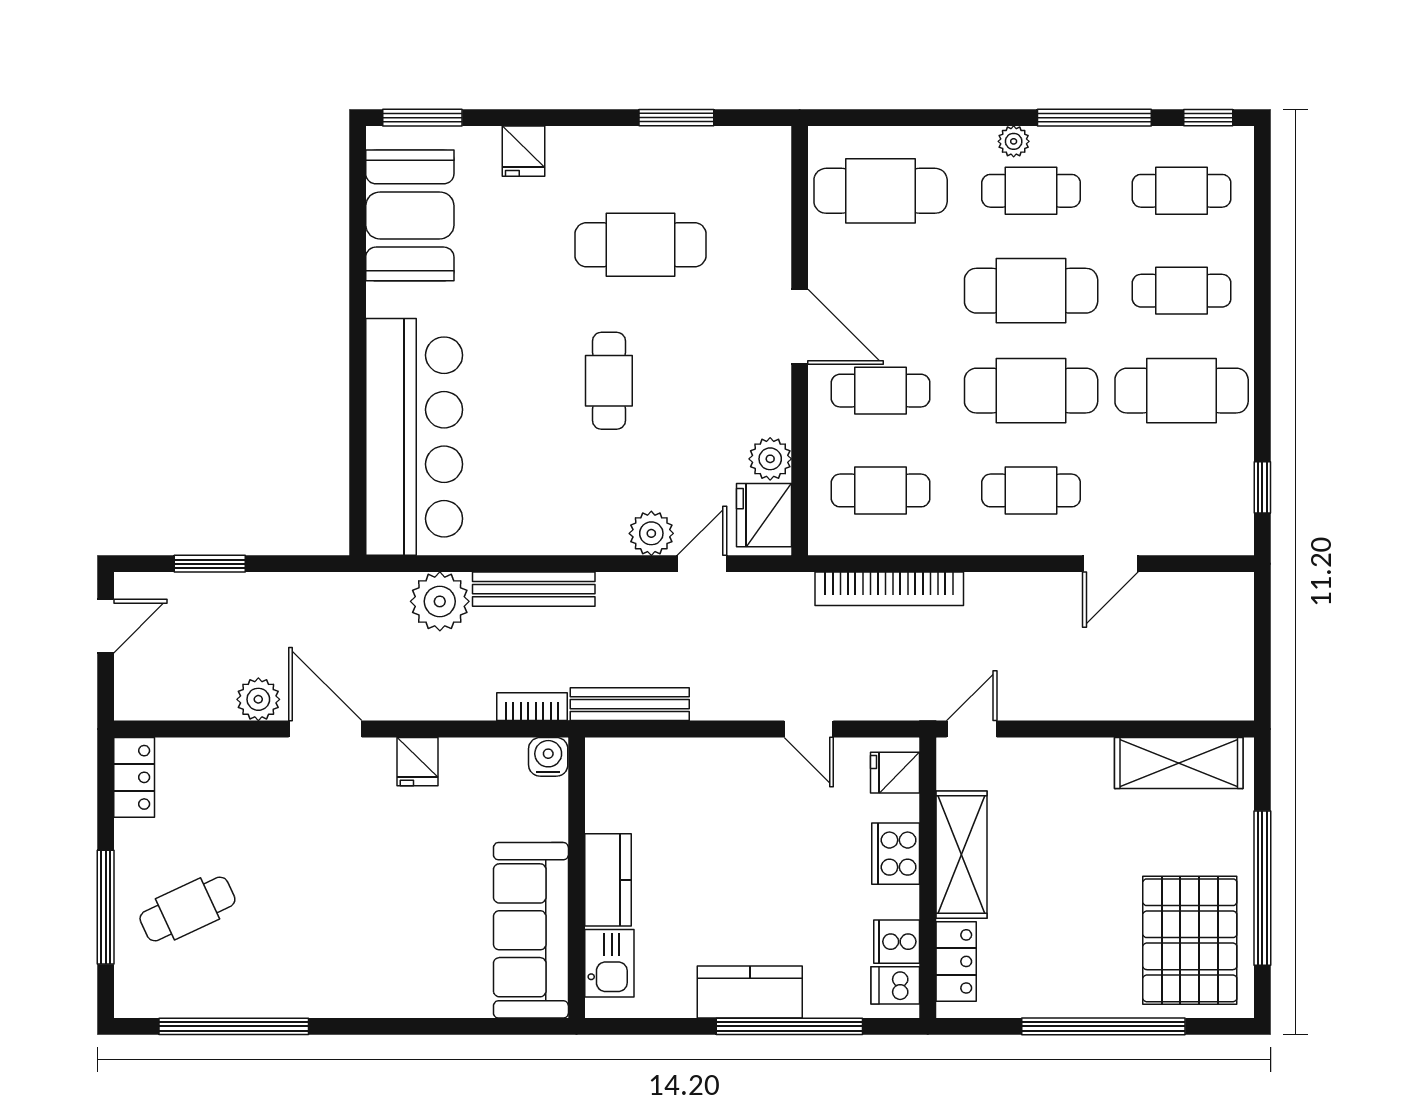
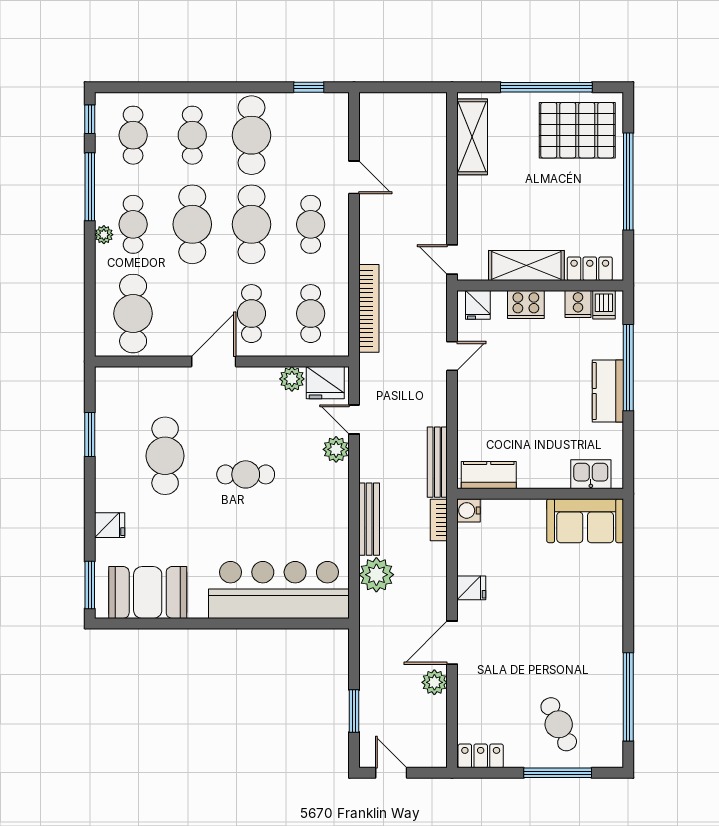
kitchen counter: (608, 880) -> (489, 475), moved
sofa: (531, 930) -> (585, 521), width x0.73

